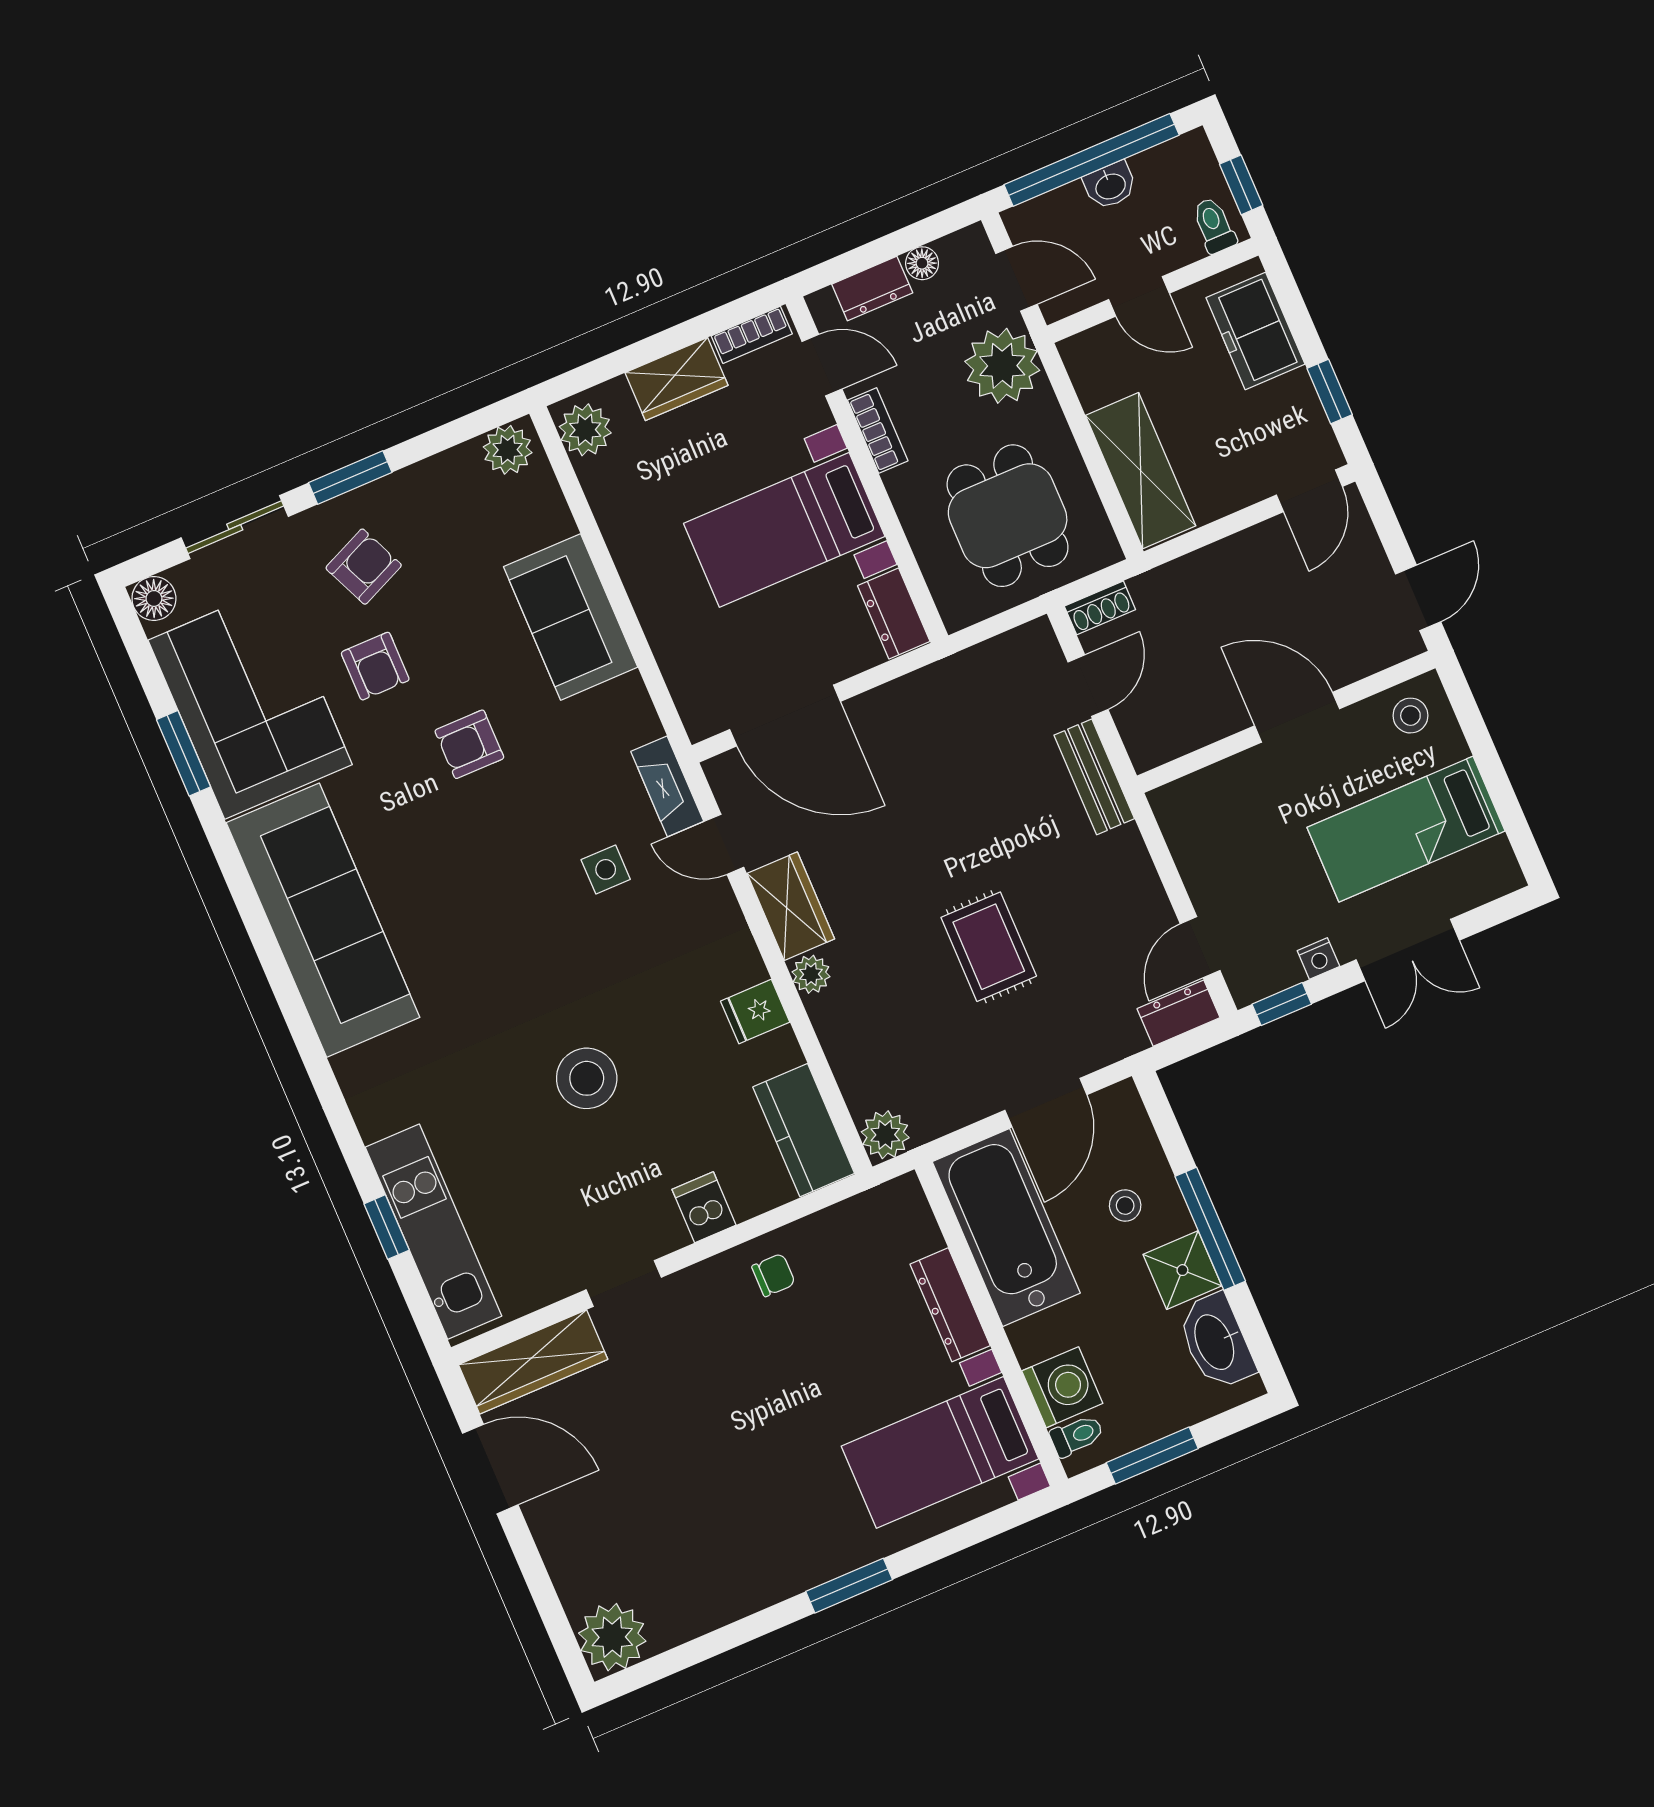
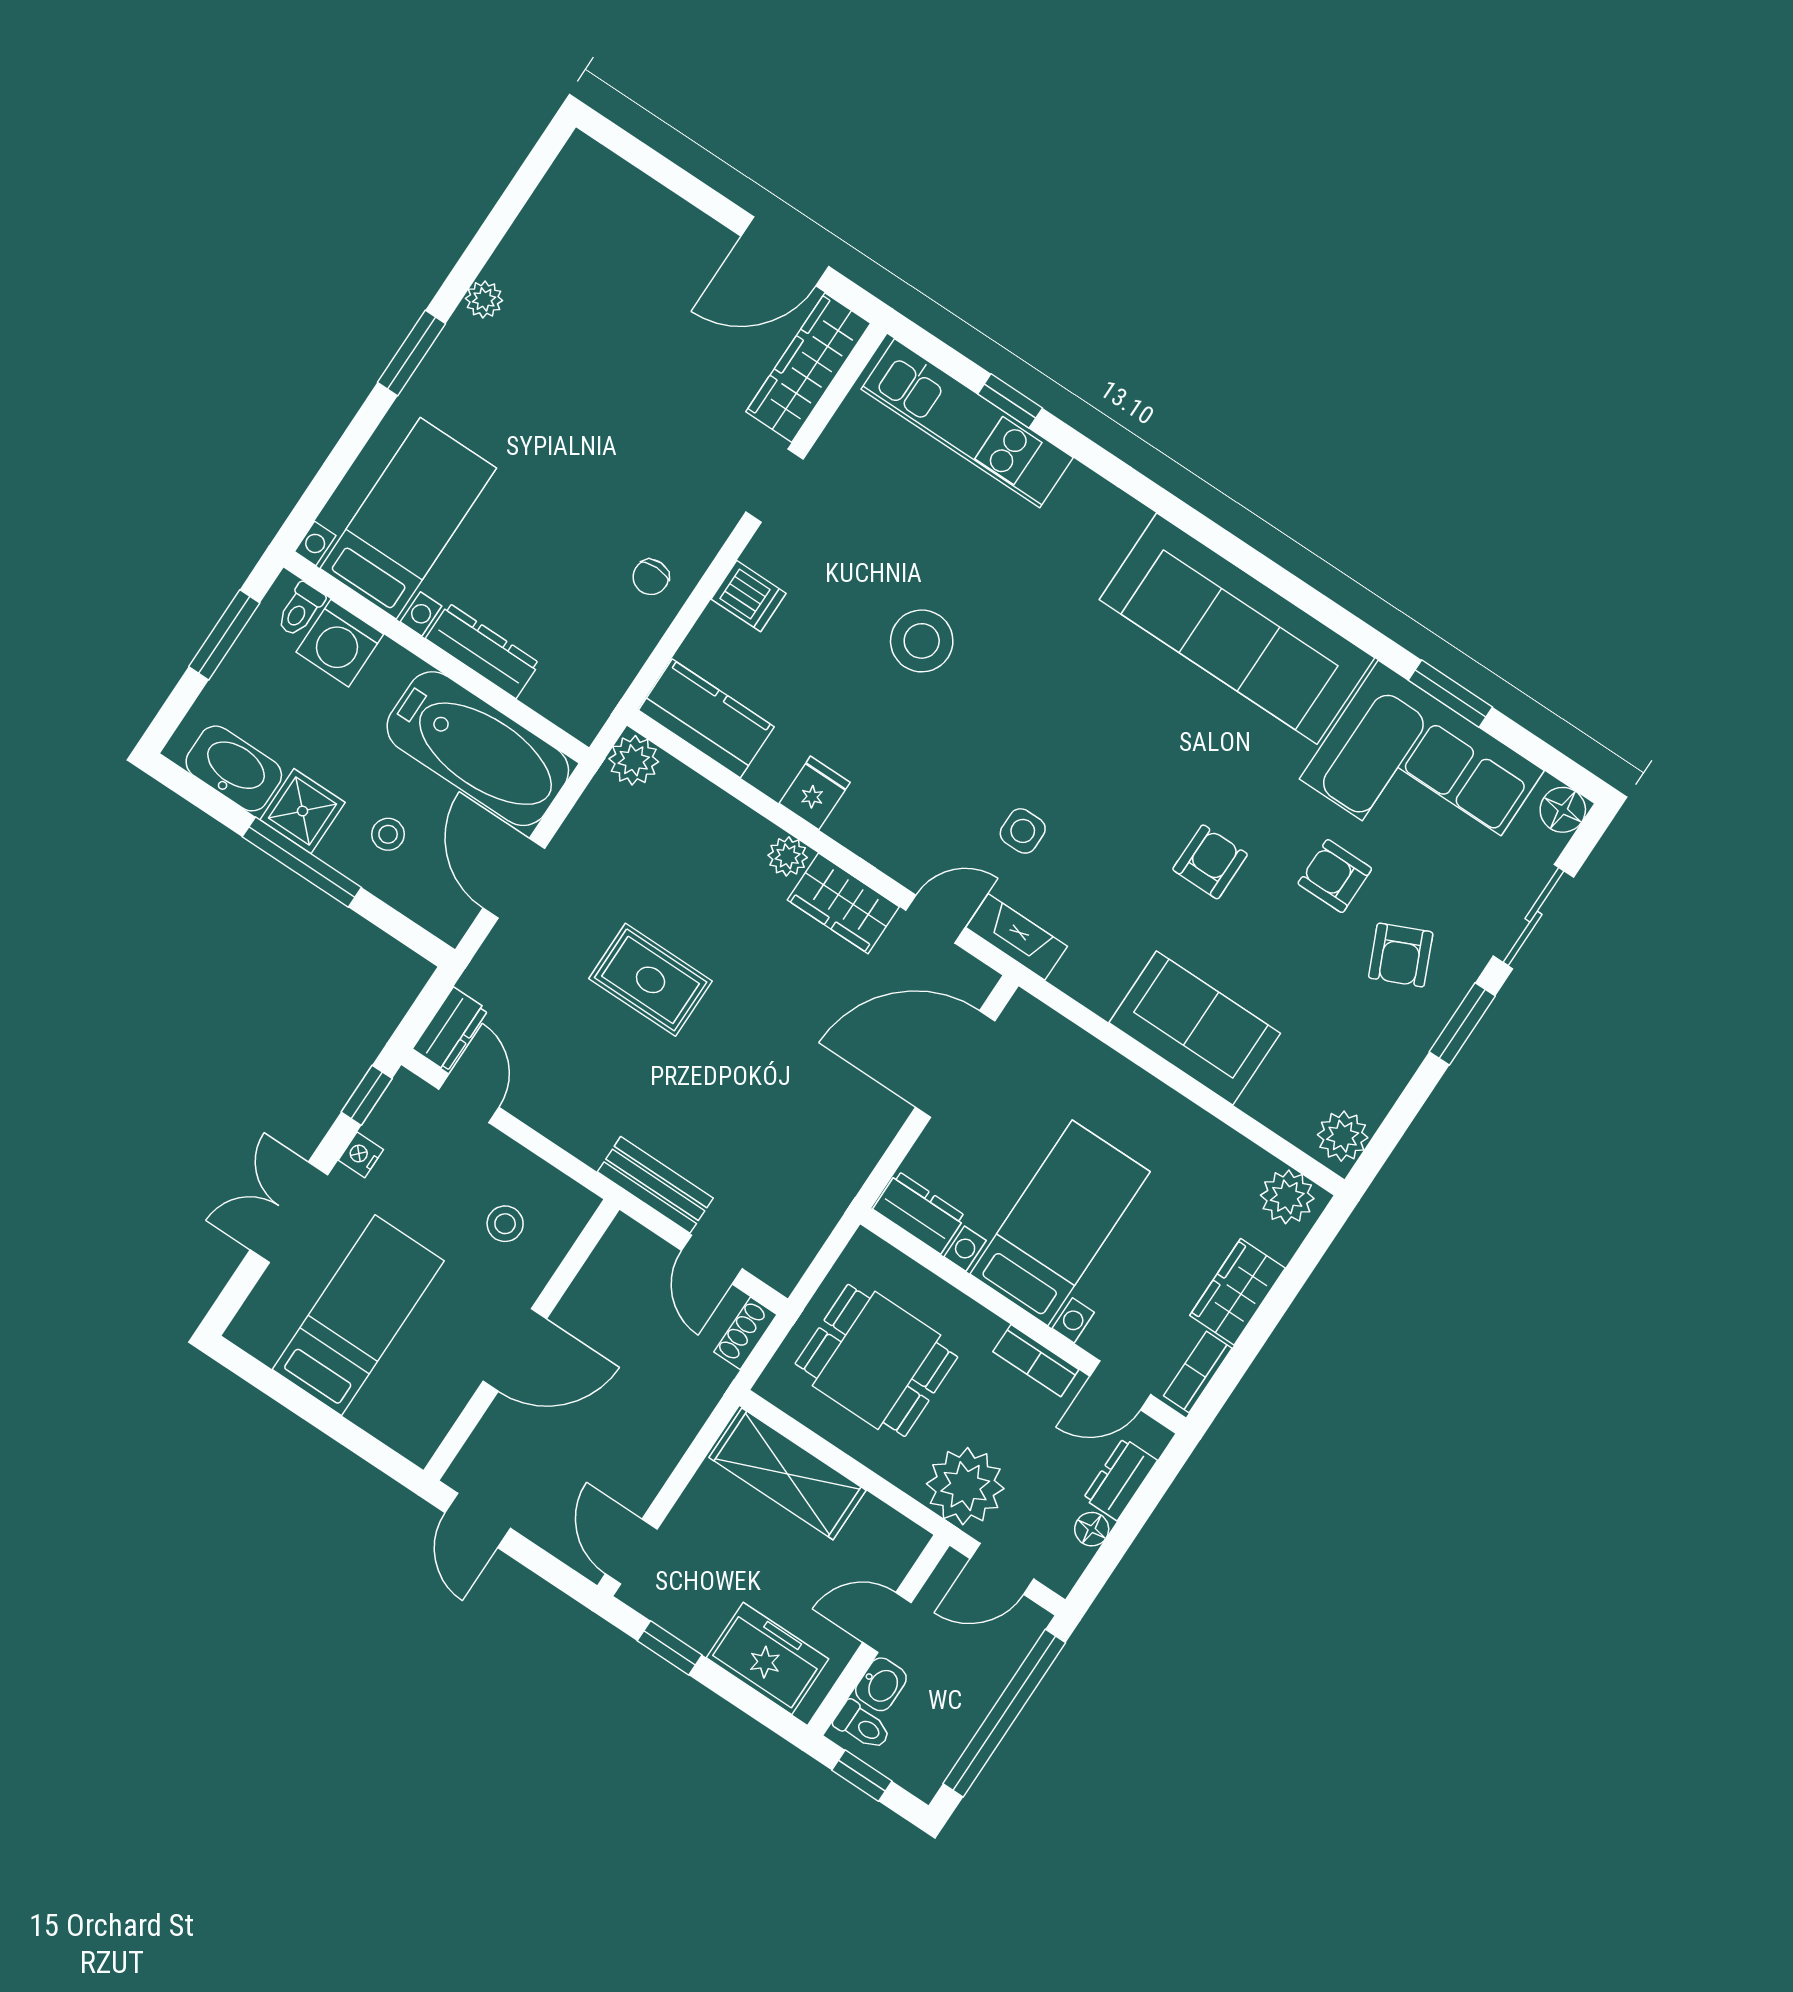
washbasin: (1110, 185) -> (881, 1684), moved, turned 180
stool: (1410, 716) -> (505, 1224), moved
plant: (612, 1637) -> (484, 299), moved, width x0.53, depth x0.53

